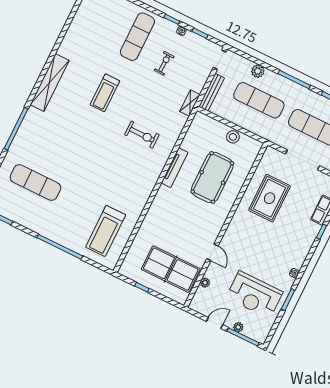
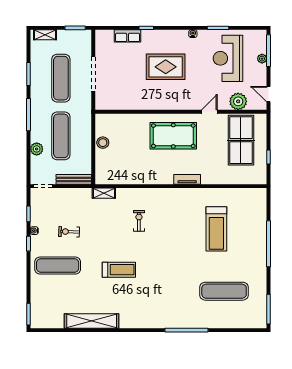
shelving: (50, 83) -> (92, 321), moved
shelving: (190, 103) -> (104, 193), moved
exercise bike: (142, 135) -> (139, 221), width x0.73, depth x0.72
tv unit: (175, 168) -> (187, 179), moved, width x0.71
pool table: (212, 177) -> (173, 136), moved
exercise mat: (35, 183) -> (224, 291), turned 90
rug: (270, 198) -> (166, 67), moved
treadmill: (106, 231) -> (216, 229), moved, turned 90
plant: (205, 283) -> (238, 101), width x1.88, depth x1.88
reception desk: (254, 295) -> (228, 58), turned 180
door: (215, 323) -> (268, 94), moved

